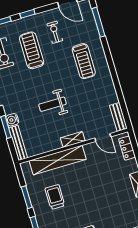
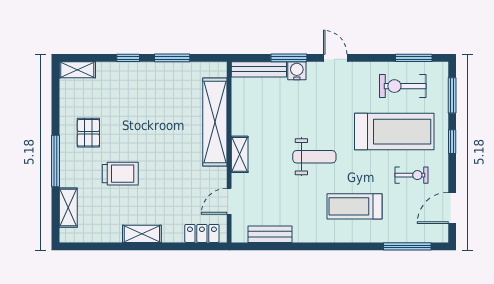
treadmill: (32, 50) -> (394, 132), width x1.37, depth x1.38
weight bench: (53, 104) -> (314, 157), moved, turned 90
bench: (118, 117) -> (270, 234), moved
trolley: (55, 197) -> (120, 174), moved

